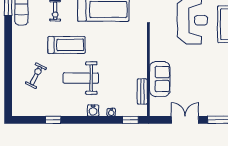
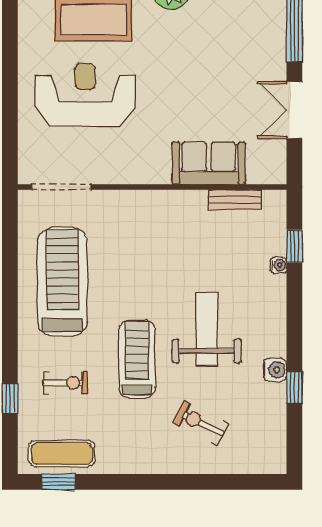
weight bench: (81, 78) -> (207, 329), turned 180
water cooler: (93, 111) -> (275, 370), moved
window: (130, 120) -> (294, 246), moved

